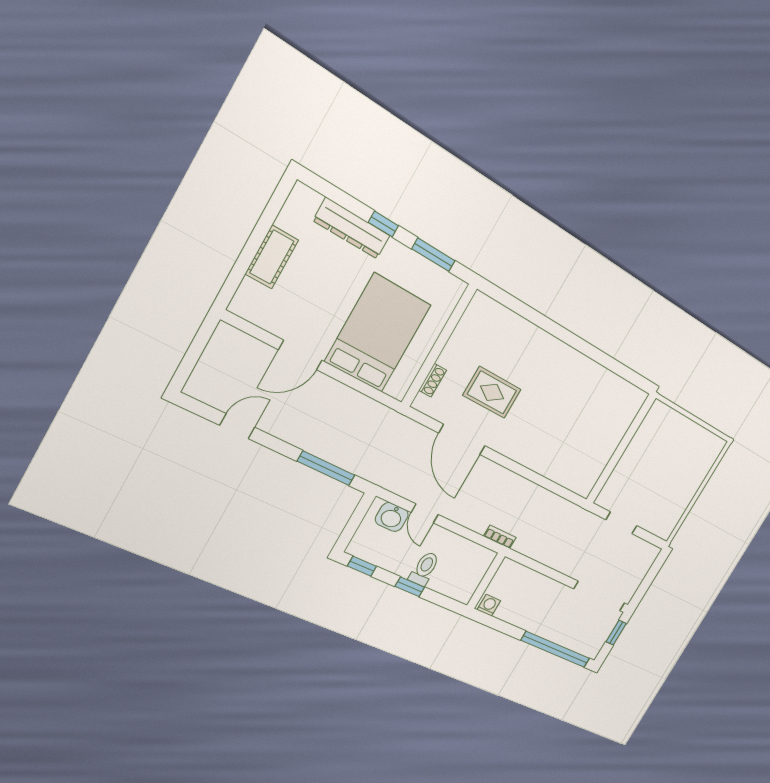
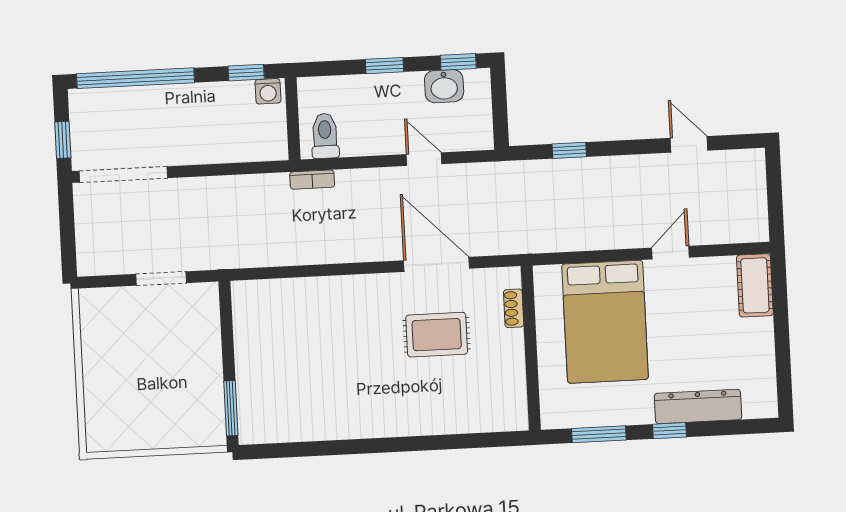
cot: (272, 257) -> (755, 285), moved
door: (300, 355) -> (670, 253), width x0.73
window: (638, 420) -> (231, 408), added
door: (237, 426) -> (689, 144), swing flipped
window: (326, 468) -> (569, 150), width x0.46
washbasin: (392, 517) -> (444, 86), moved, turned 180
toilet: (424, 569) -> (325, 136), moved, turned 180
window: (494, 623) -> (246, 73), added

